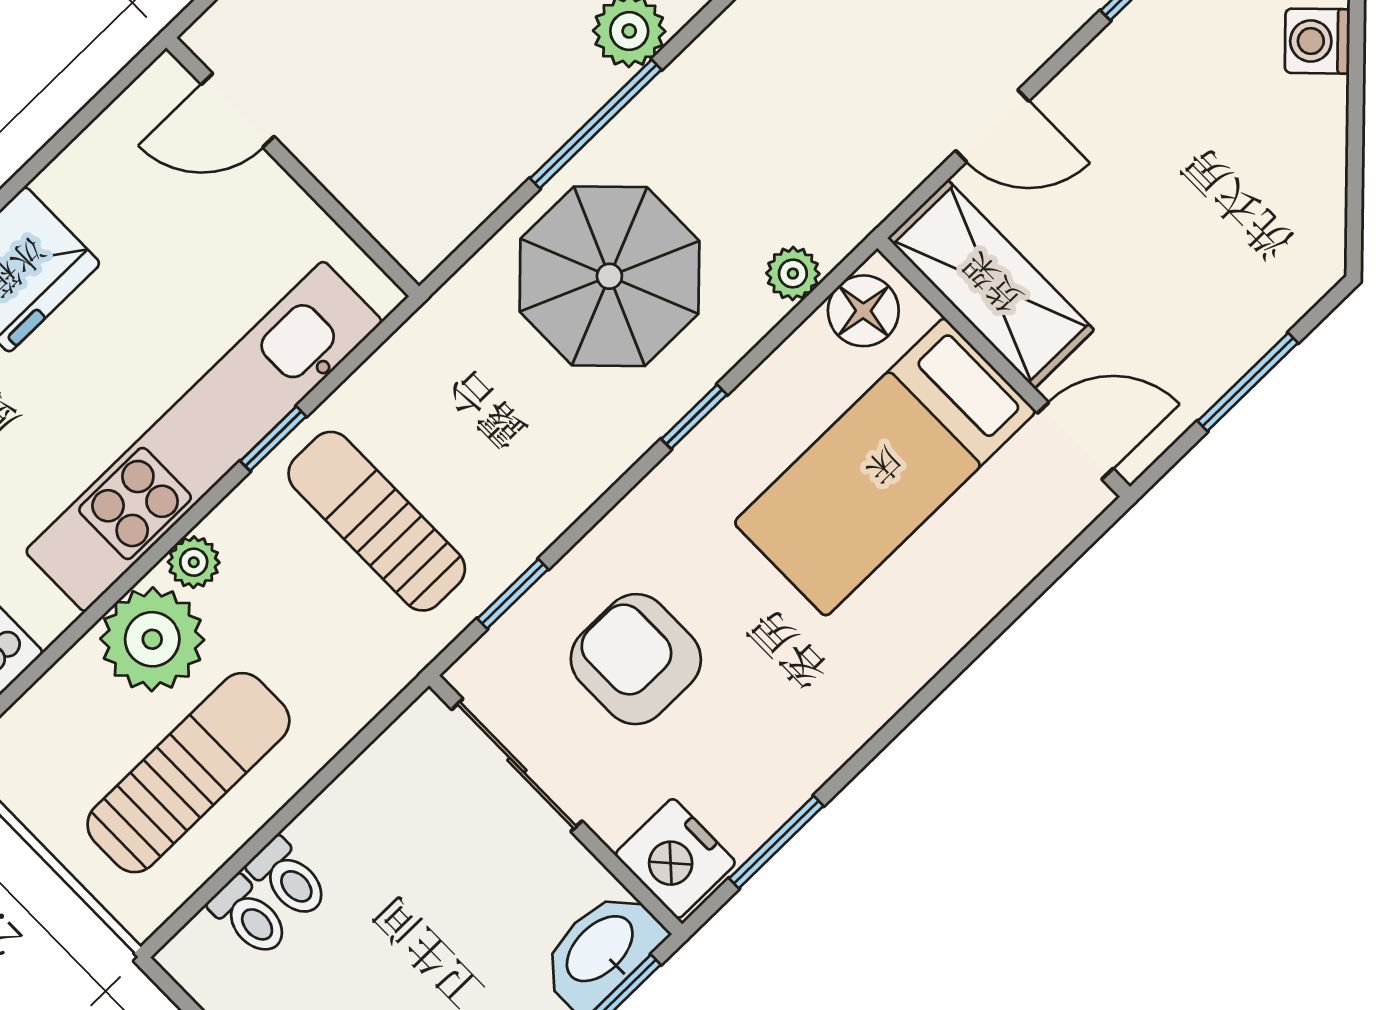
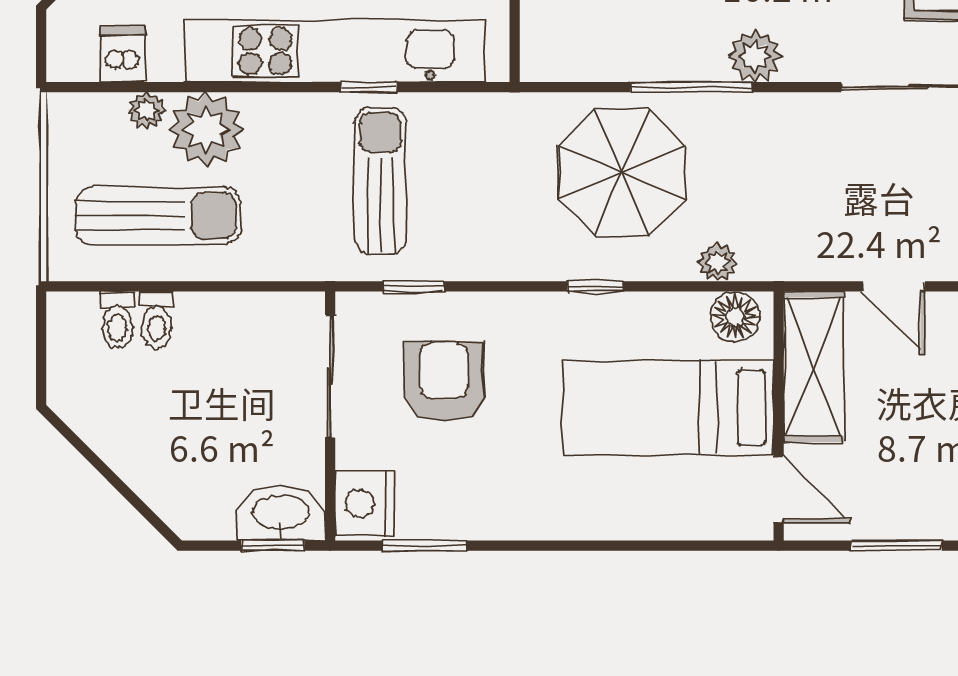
plant: (194, 562) -> (146, 111), moved

